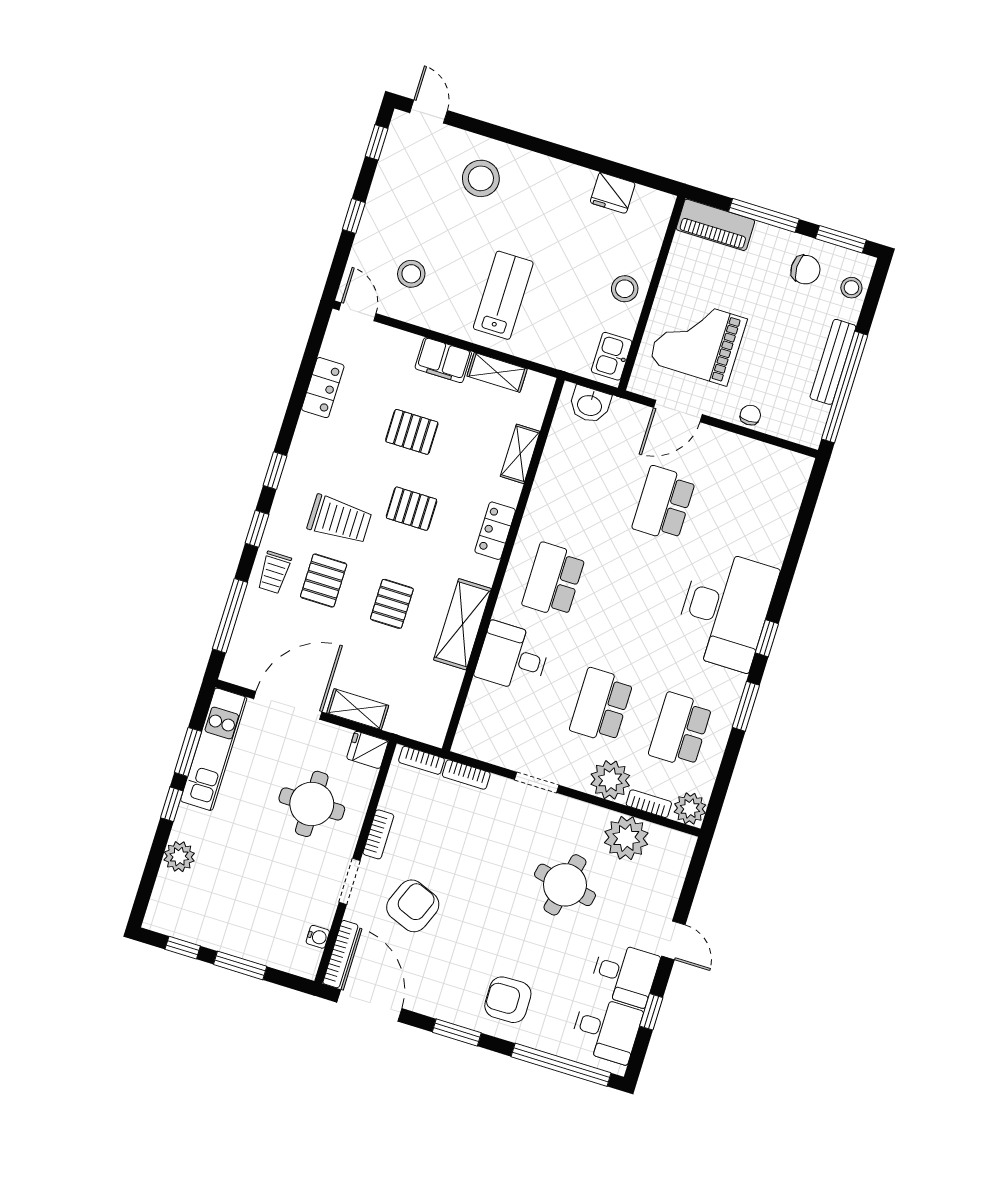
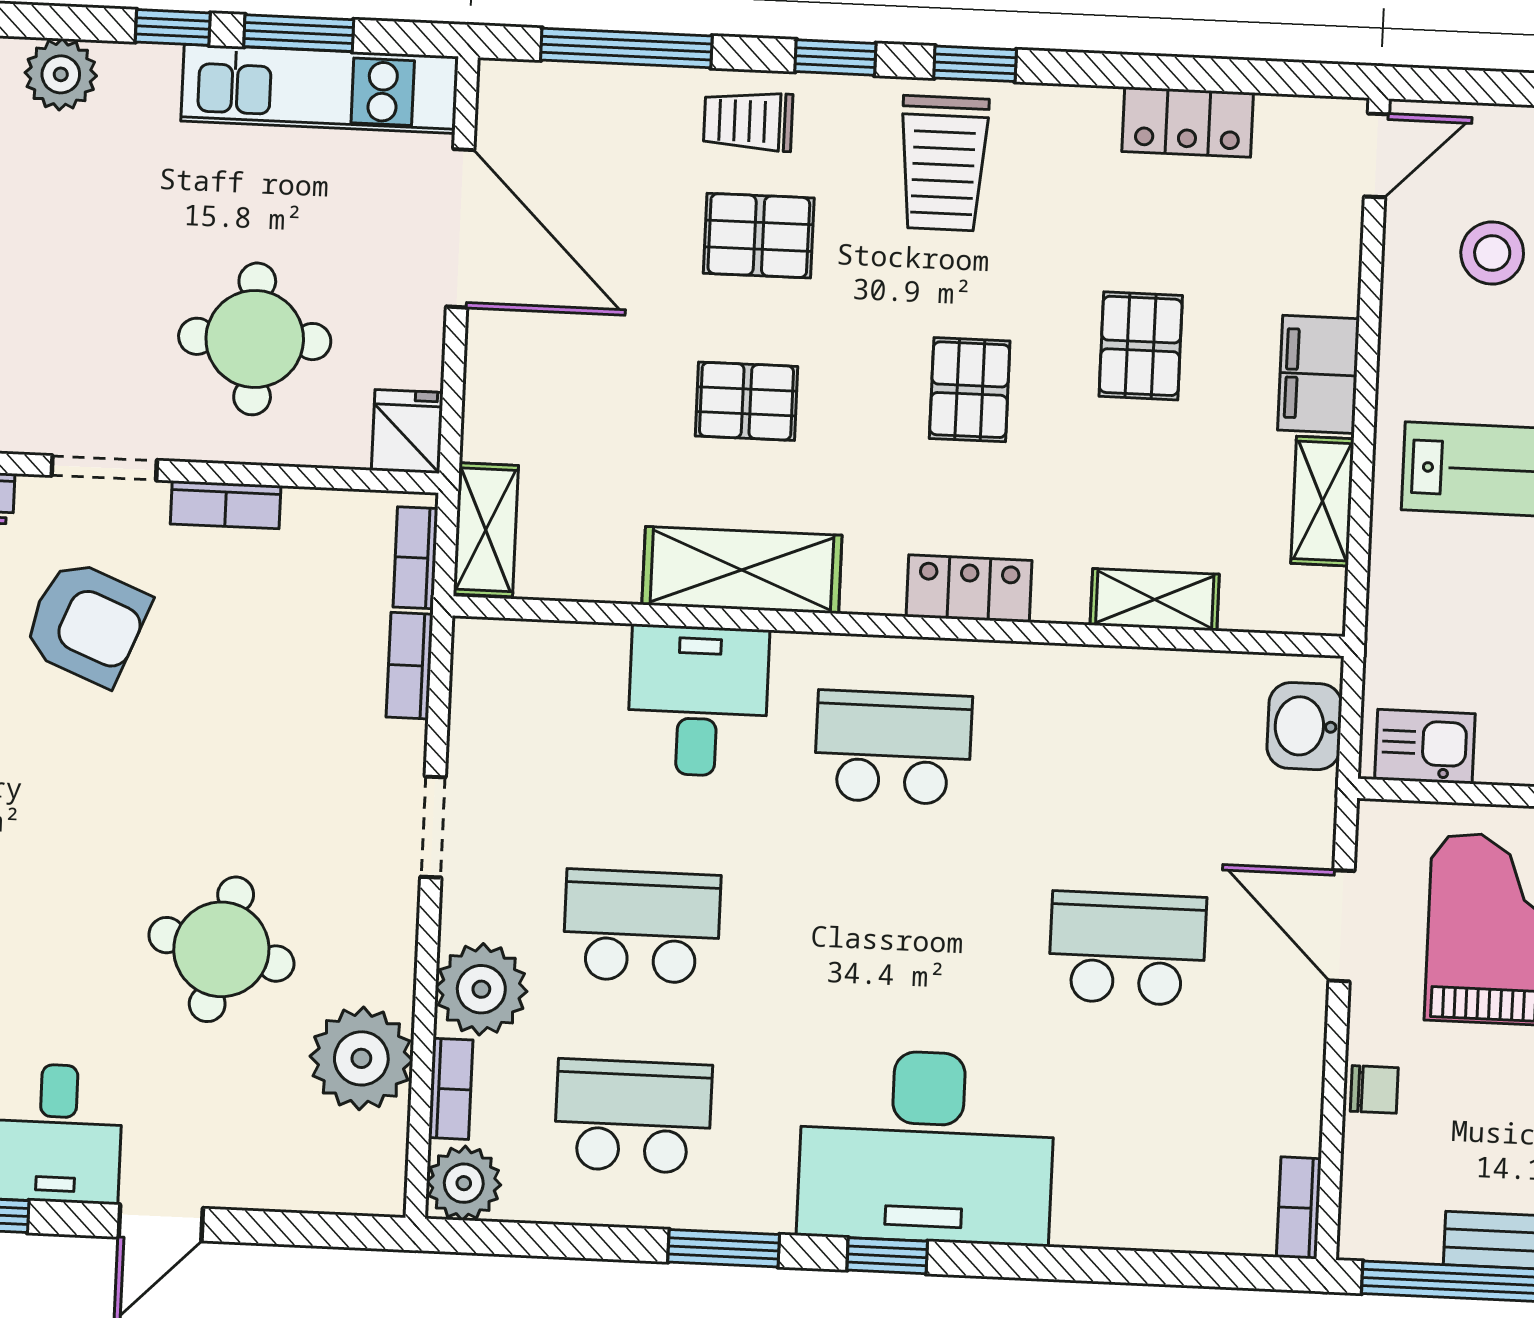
bookcase: (792, 460) -> (1299, 1208), added
trolley: (340, 520) -> (943, 163), moved
shelving: (358, 709) -> (486, 530), moved

